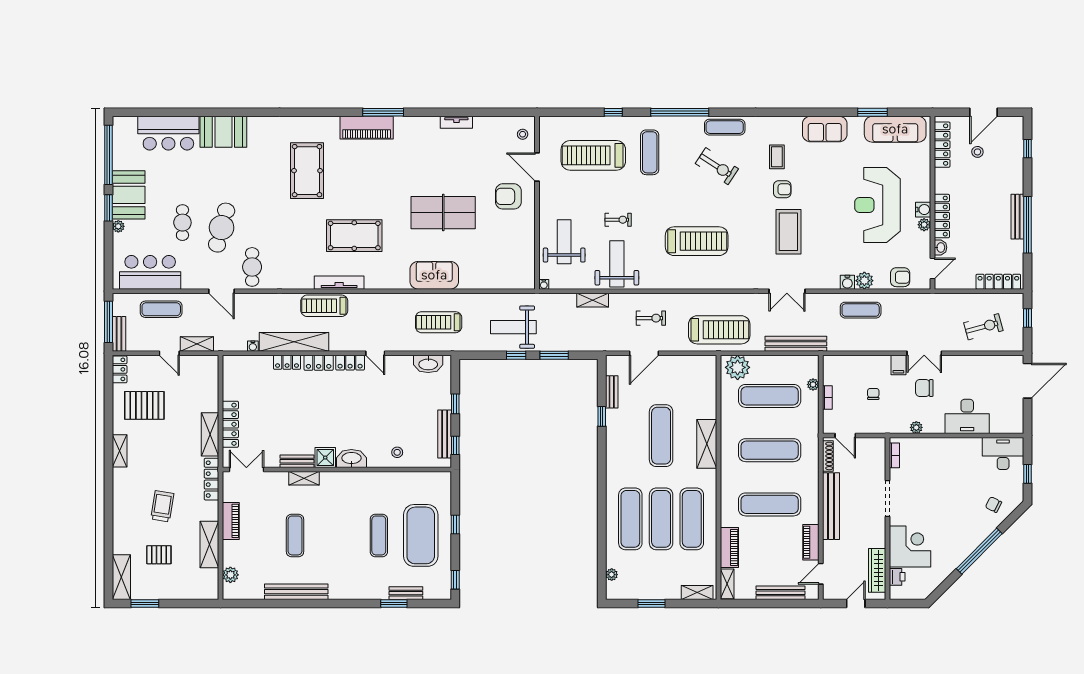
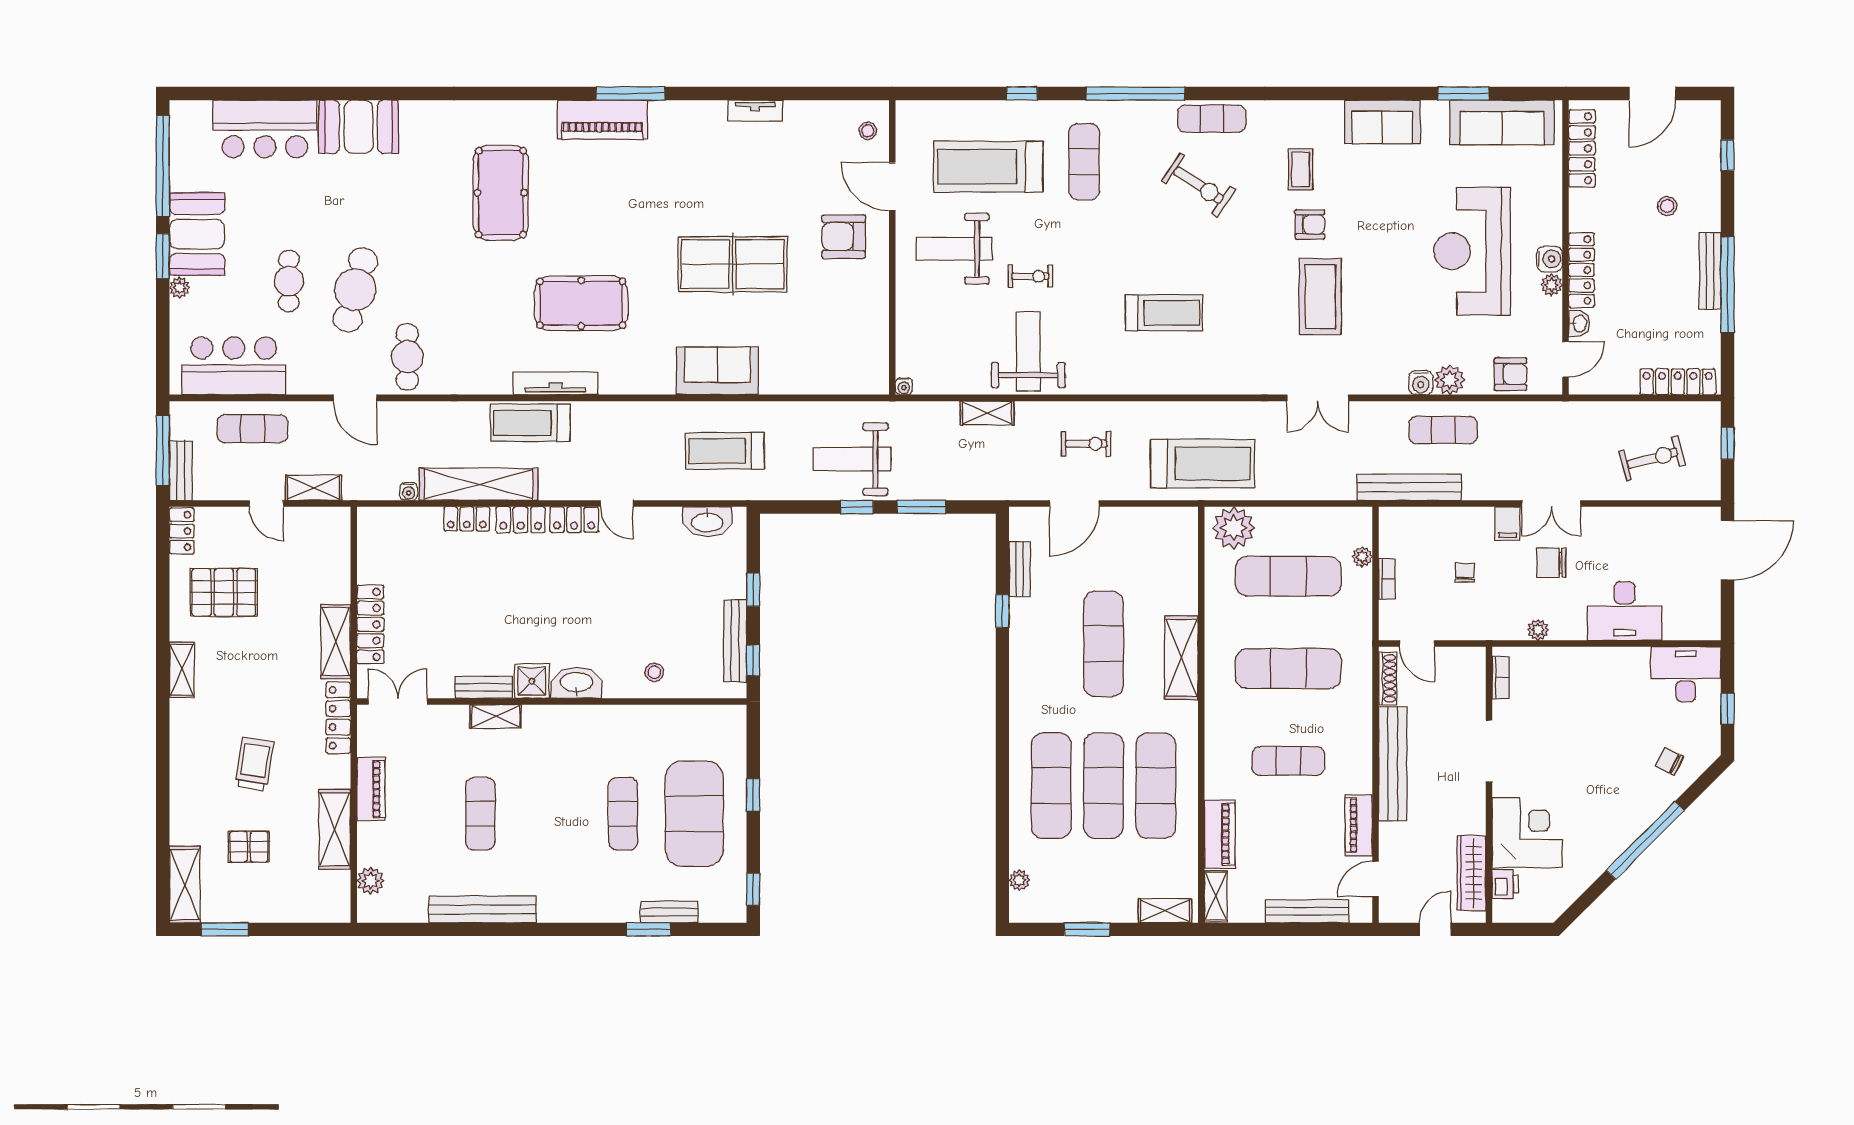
stool: (977, 152) -> (1667, 206), moved
treadmill: (697, 241) -> (1164, 313), width x0.73, depth x0.73
weight bench: (564, 242) -> (954, 249), moved, turned -90
bench: (796, 344) -> (1409, 487), moved
exercise mat: (770, 504) -> (1288, 761), width x0.73, depth x0.69

